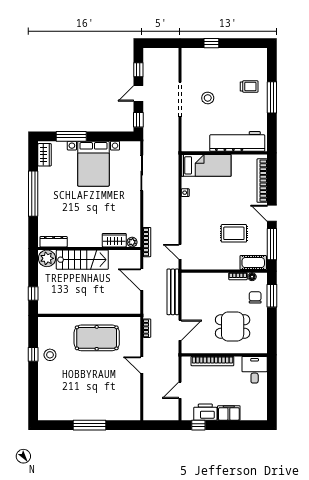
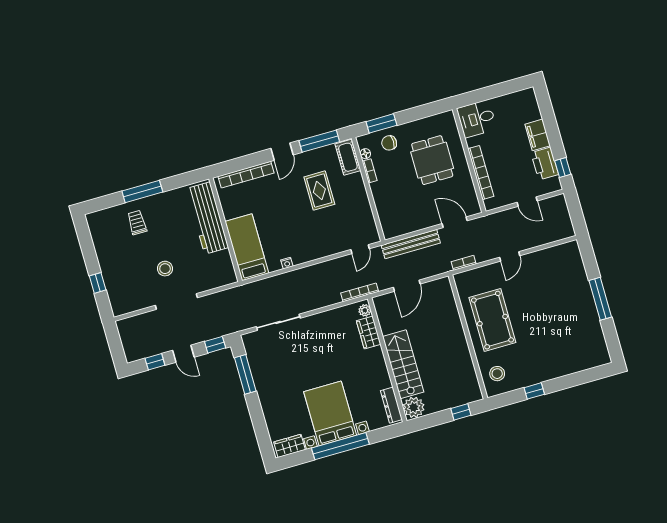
window: (71, 136) -> (245, 374), moved
bed with nightstands: (93, 164) -> (330, 413), moved, turned -90
stool: (50, 355) -> (497, 374), moved

